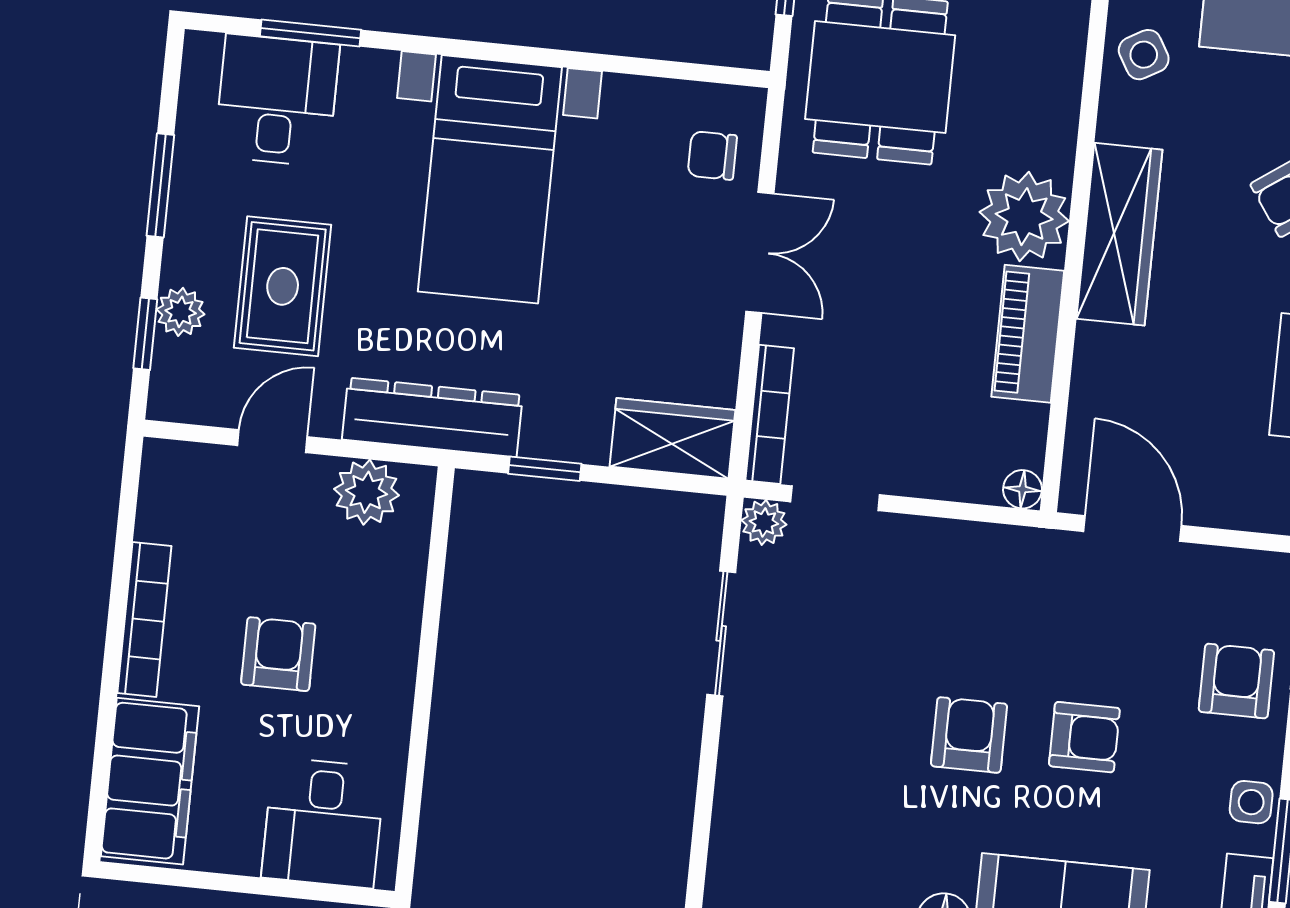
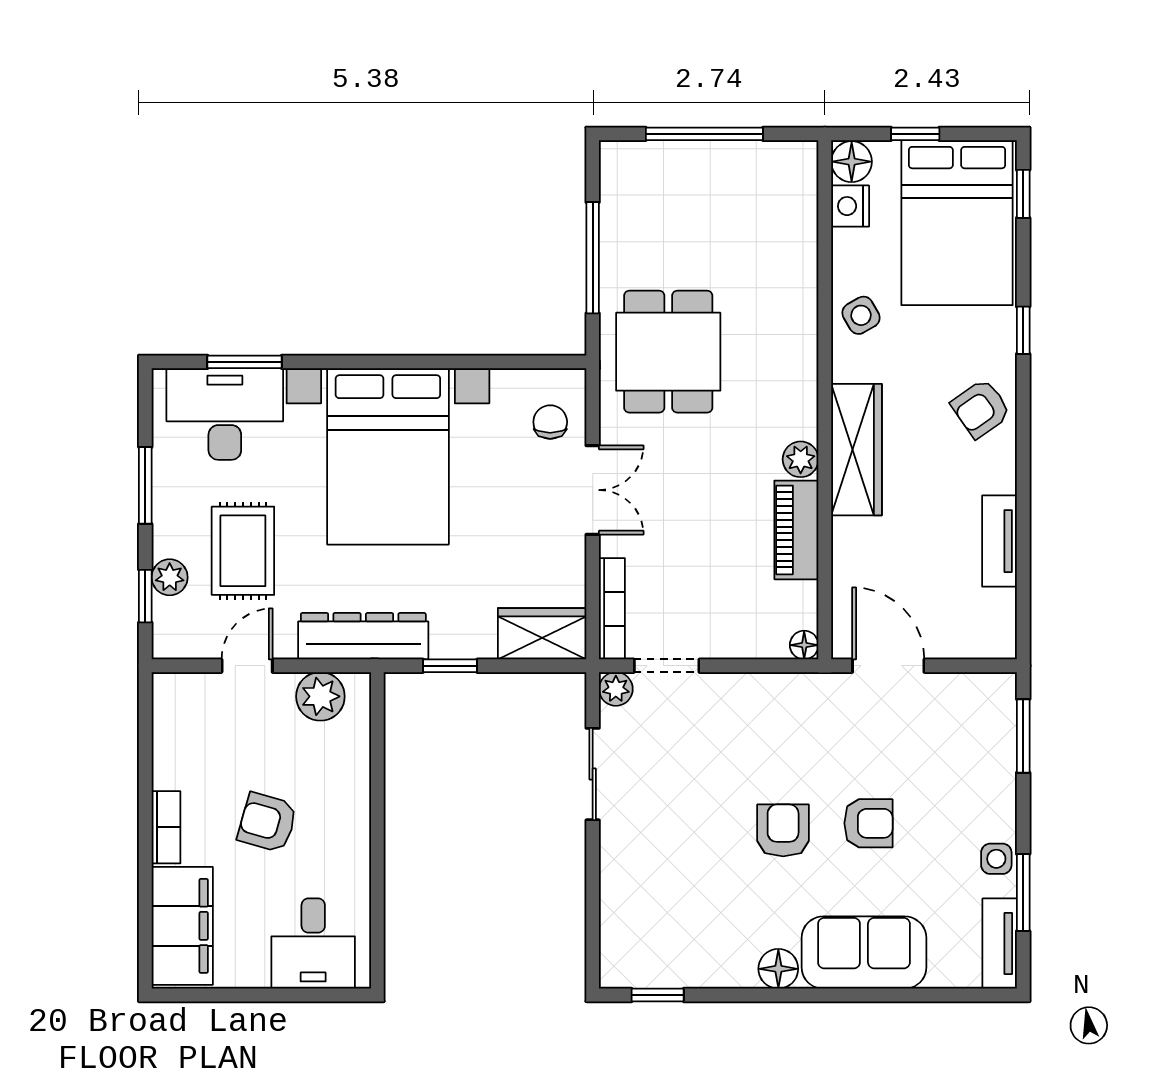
desk: (277, 100) -> (225, 414), width x1.37
chair: (712, 155) -> (550, 422), turned 90
bed with nightstands: (490, 179) -> (388, 456), width x1.36
plant: (1024, 217) -> (801, 459), width x0.53, depth x0.53
bookcase: (144, 620) -> (166, 827), width x0.64
armchair: (278, 654) -> (267, 822), turned -74
armchair: (1236, 681) -> (976, 771), removed

